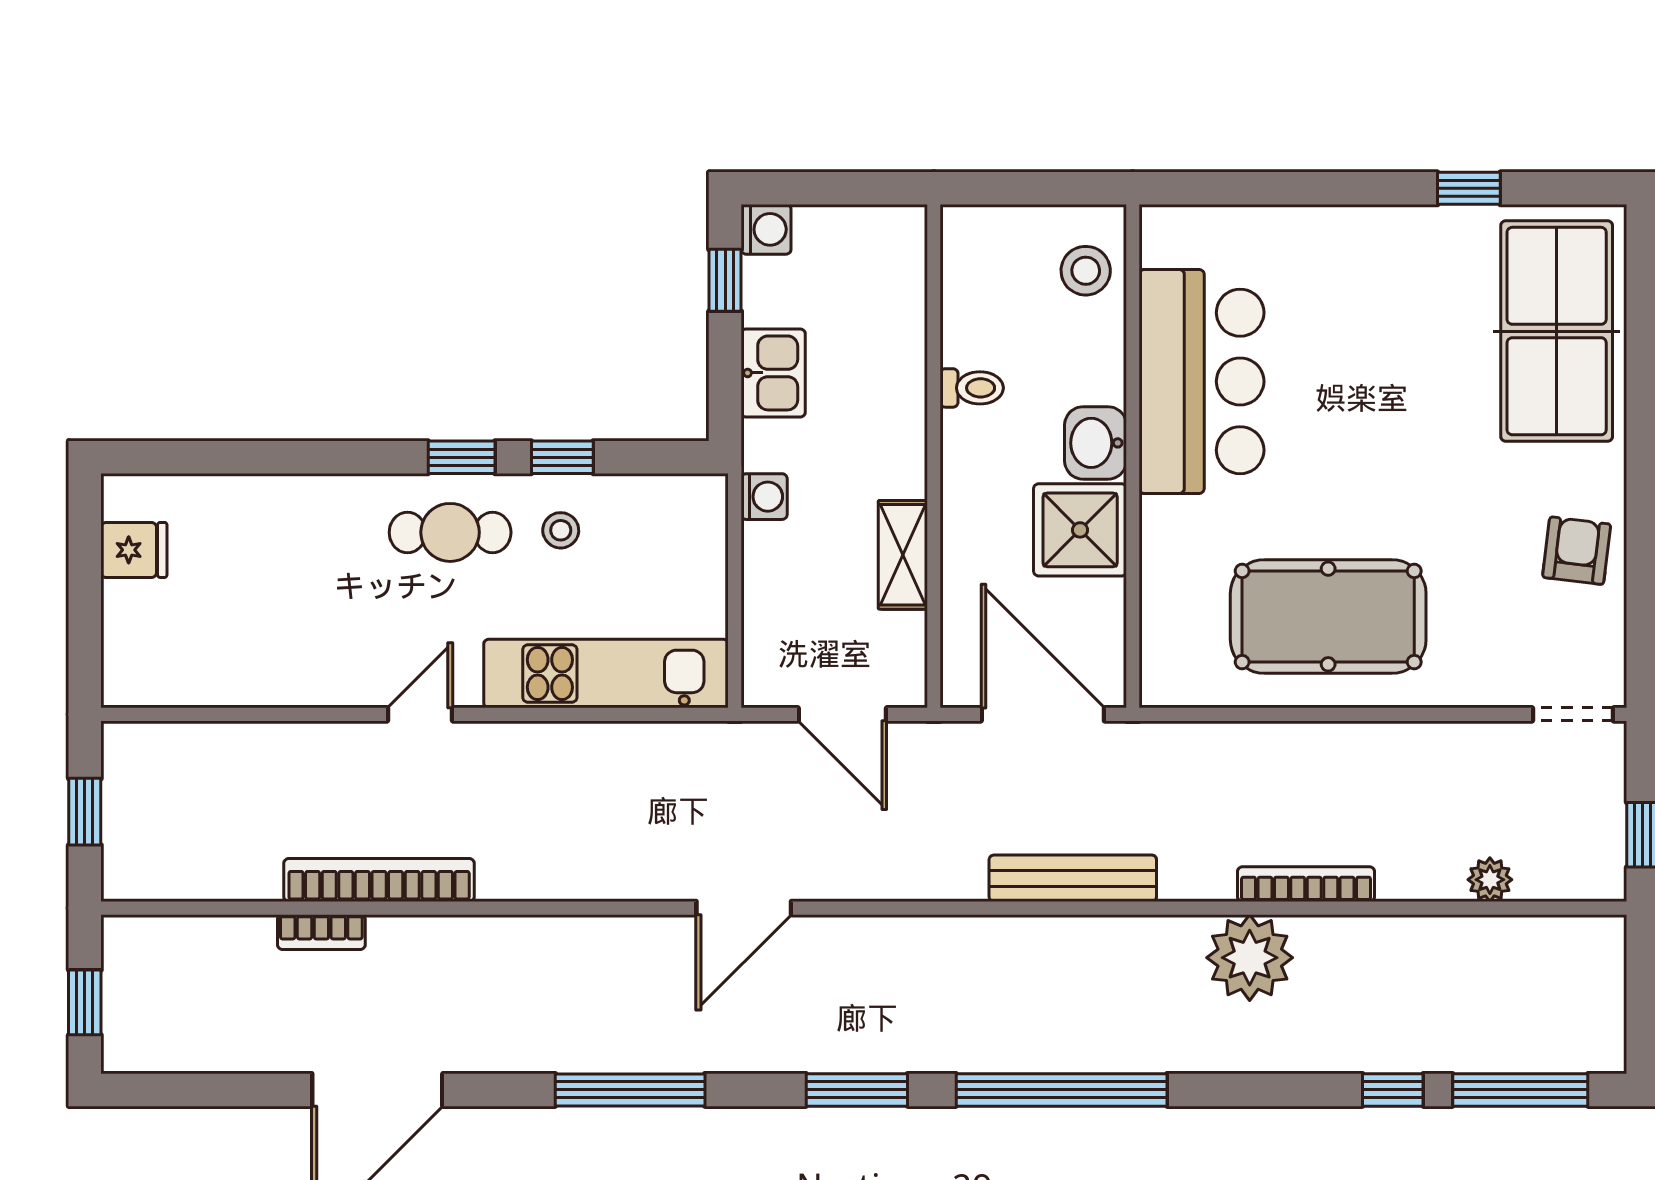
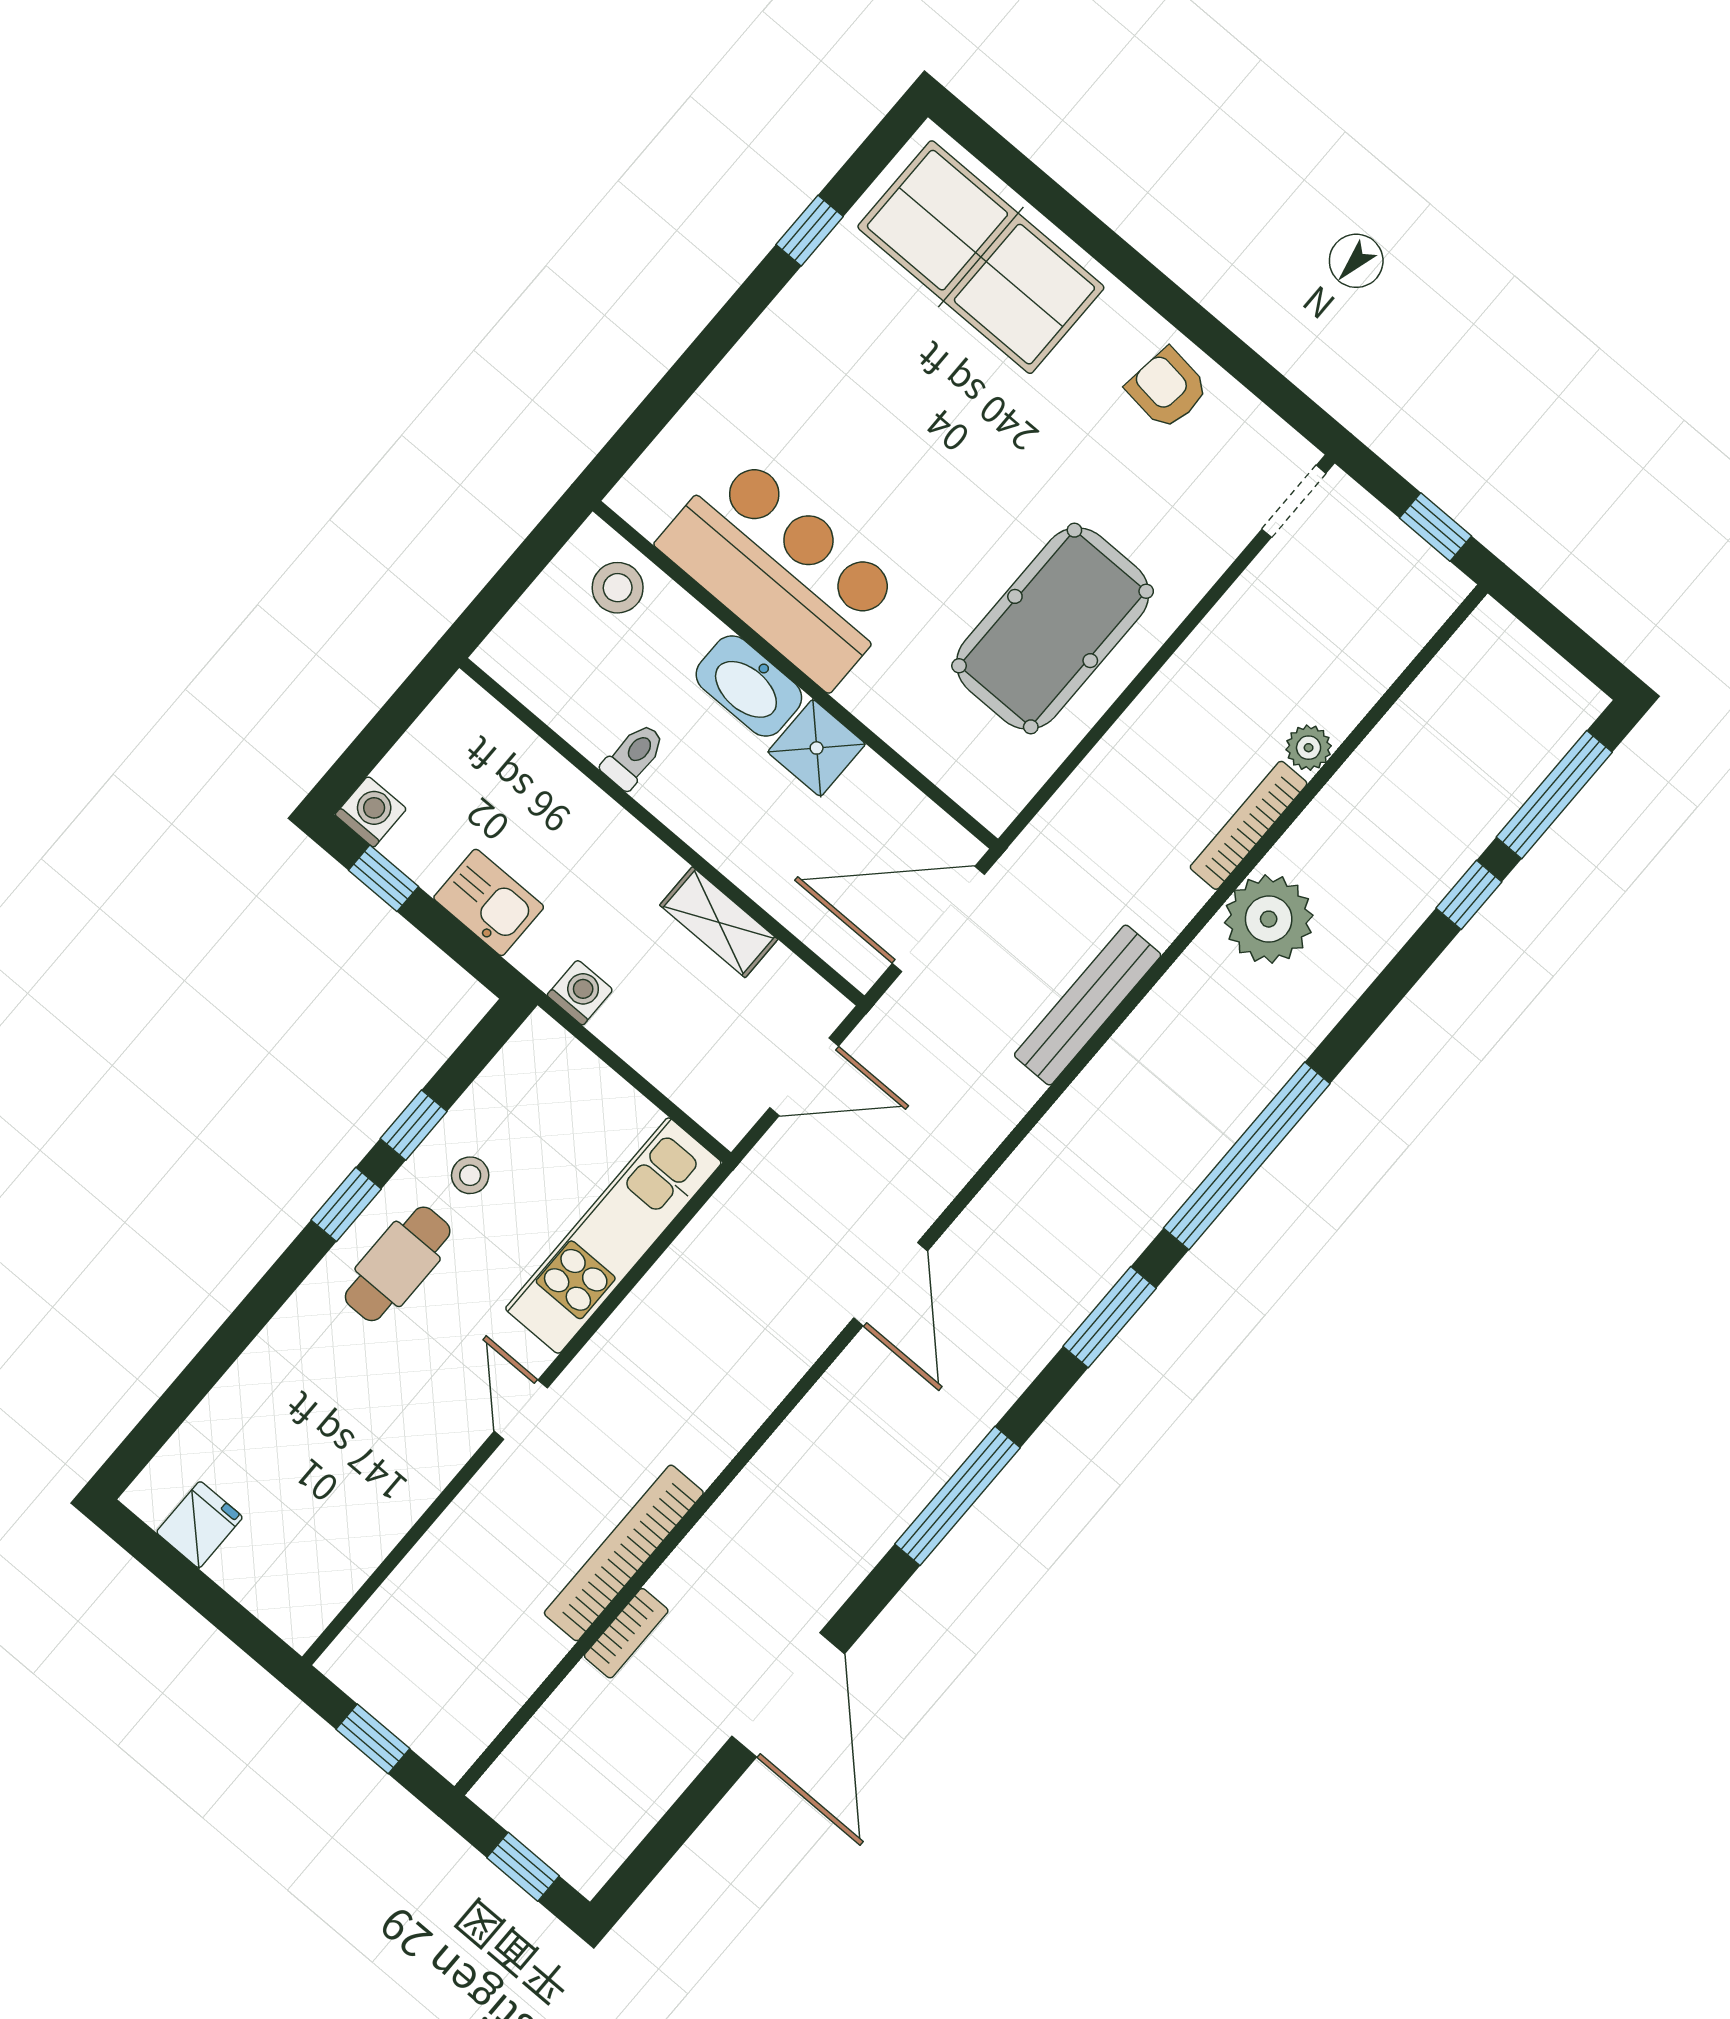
washbasin: (1096, 443) -> (749, 686), width x1.38
shower: (1080, 530) -> (817, 748), width x0.73, depth x0.73
plant: (1490, 880) -> (1309, 748), moved

